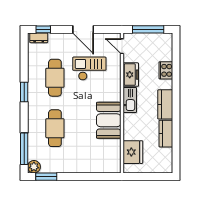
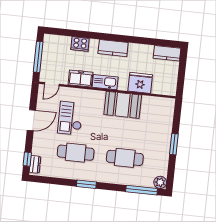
kitchen counter: (166, 134) -> (167, 53), moved
fridge: (133, 152) -> (140, 83), moved
window: (46, 177) -> (174, 144), moved

